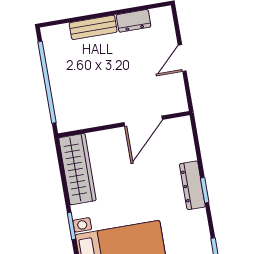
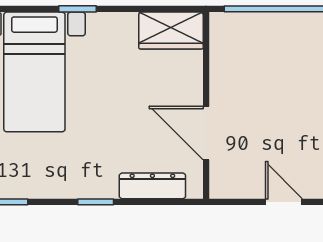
wardrobe: (77, 169) -> (171, 31), width x0.67
dresser: (192, 185) -> (152, 186), moved

